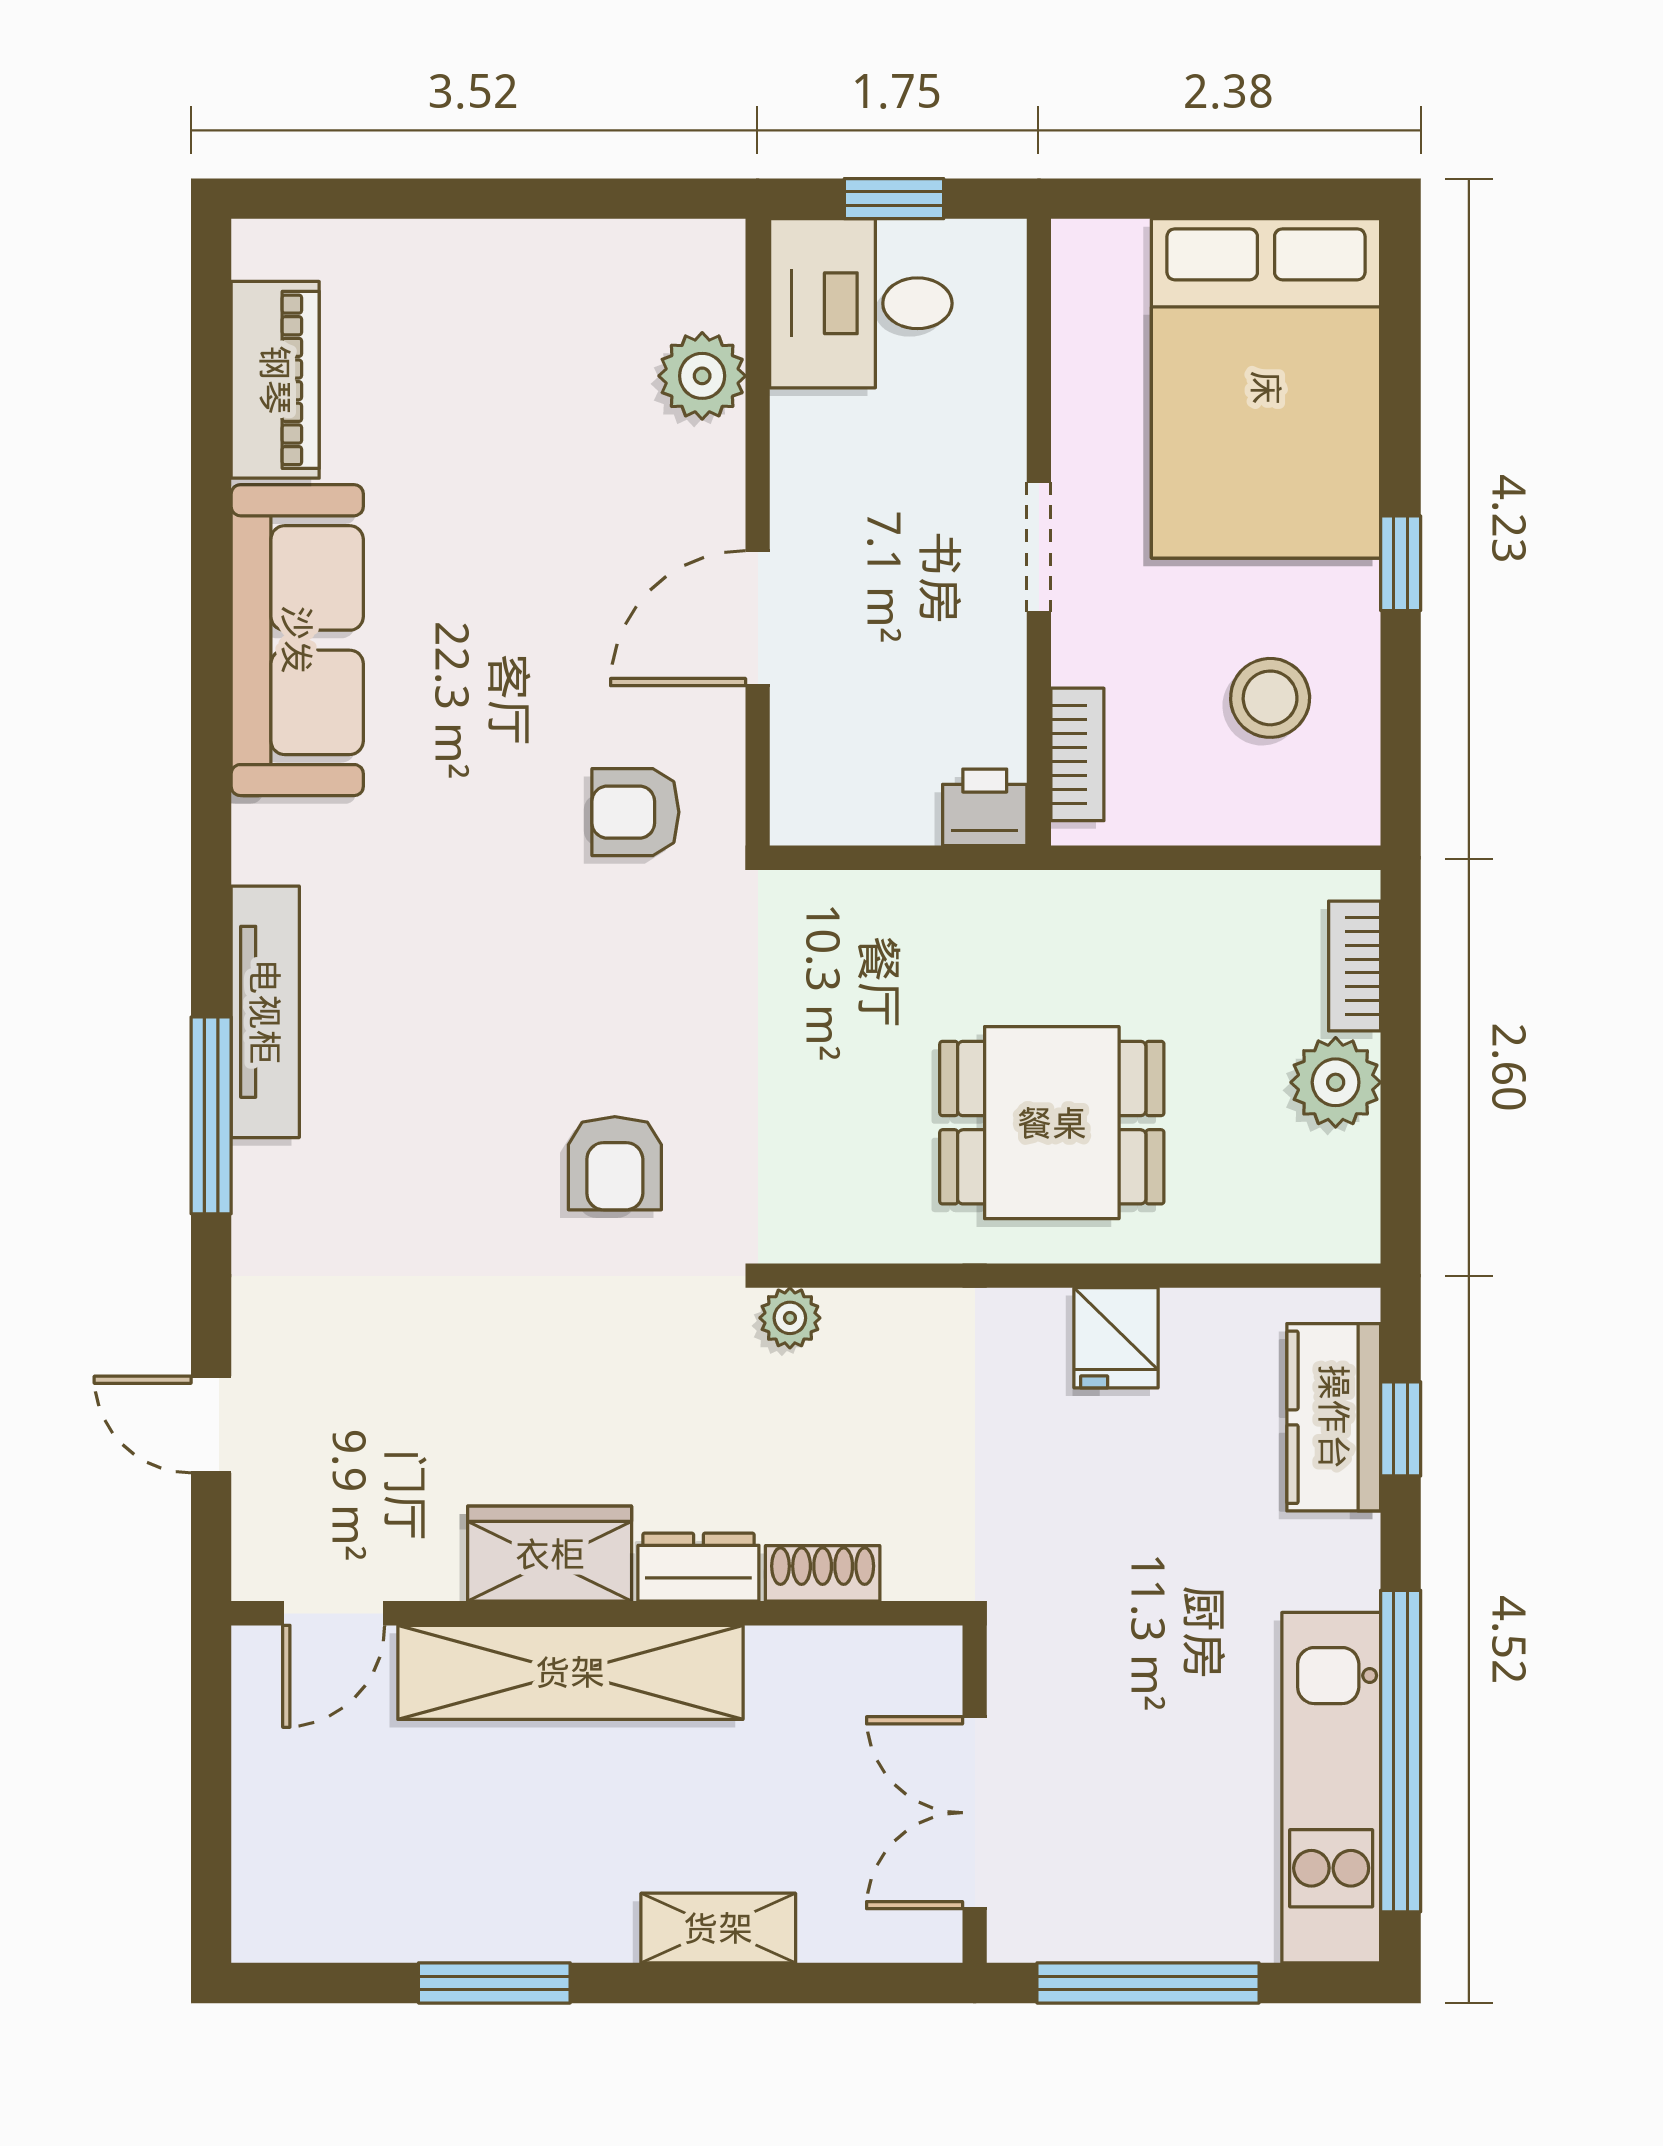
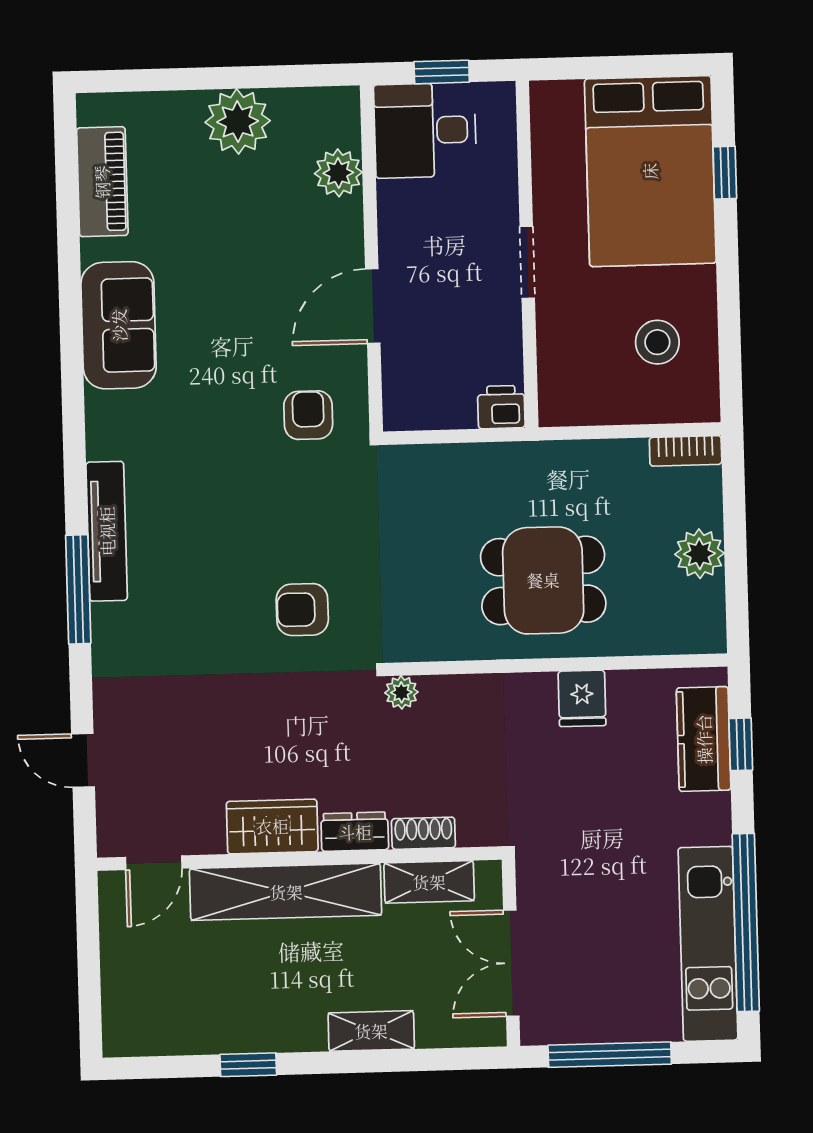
plant: (523, 278) -> (238, 121), added
window: (1401, 563) -> (725, 173), moved
sofa: (297, 640) -> (119, 325), width x0.73
bookcase: (1077, 754) -> (552, 376), removed
armchair: (635, 812) -> (308, 415), turned 90
bookcase: (1355, 966) -> (686, 451), moved, turned -90
armchair: (615, 1163) -> (302, 610), turned 90
shelving: (830, 1662) -> (429, 882), added
window: (494, 1983) -> (248, 1065), width x0.67

